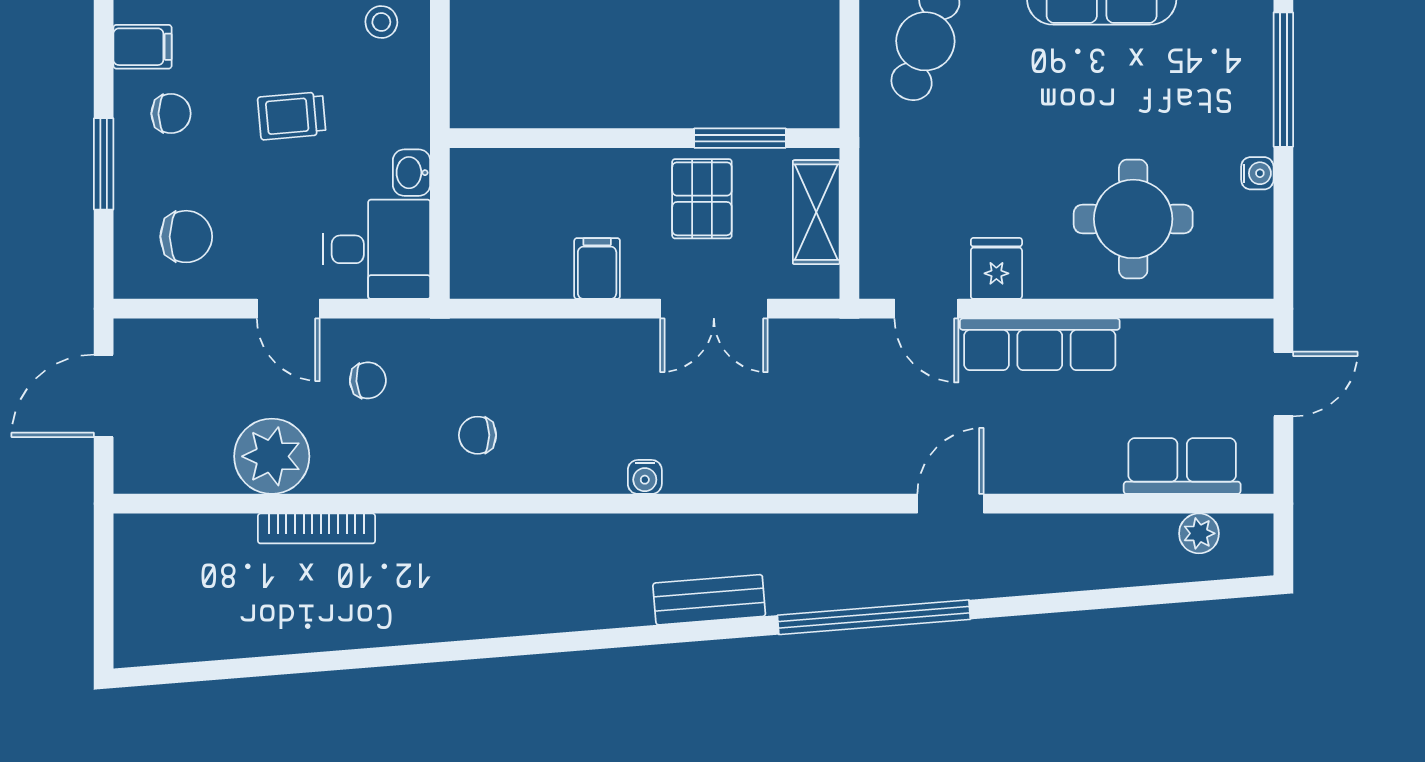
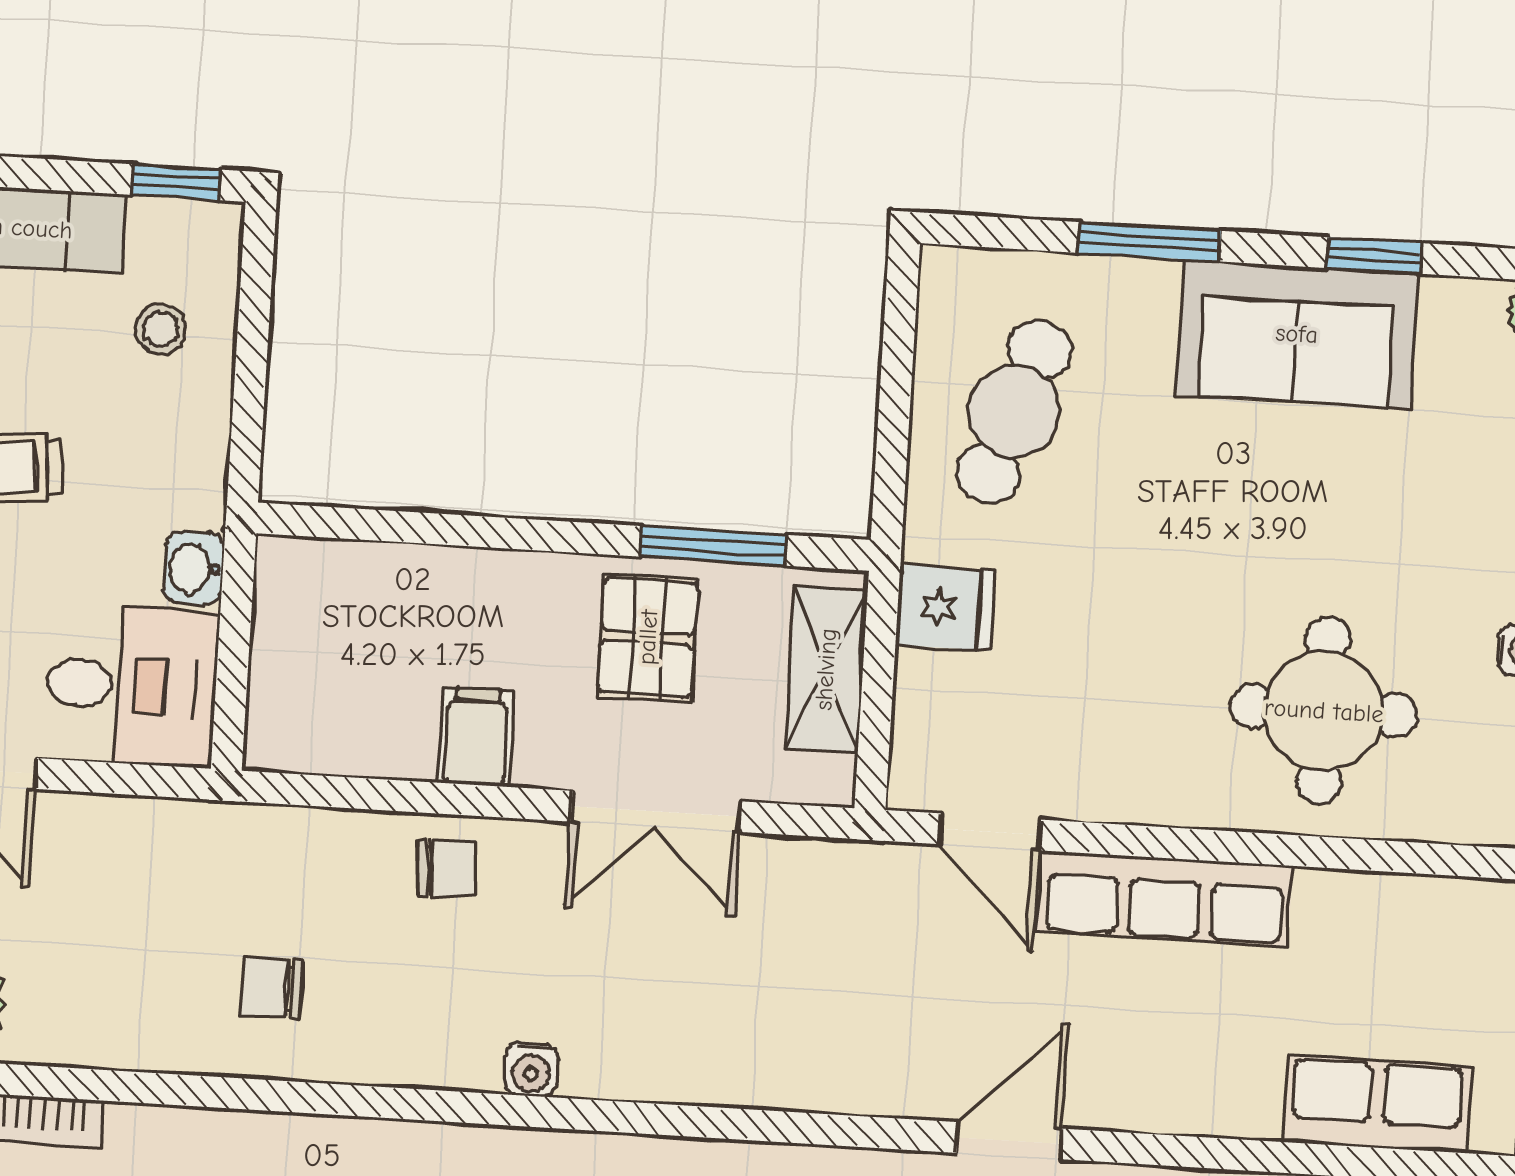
fridge: (996, 268) -> (946, 608), moved, turned 90
chair: (368, 380) -> (446, 868), moved

